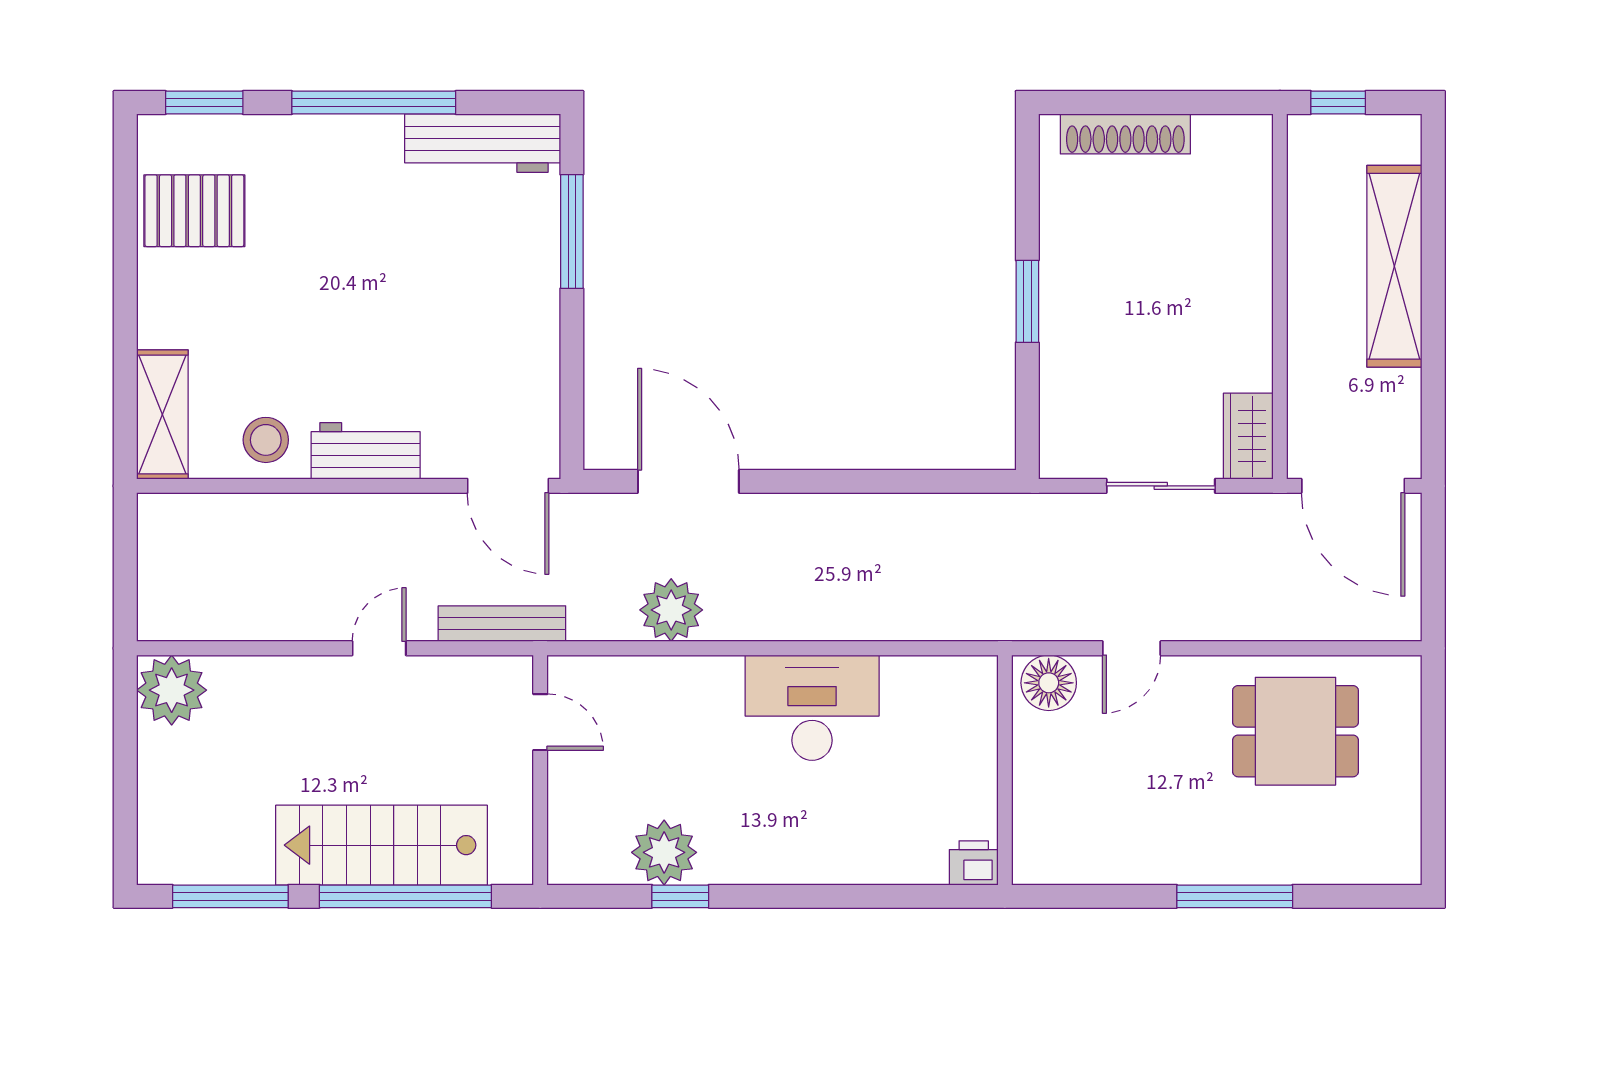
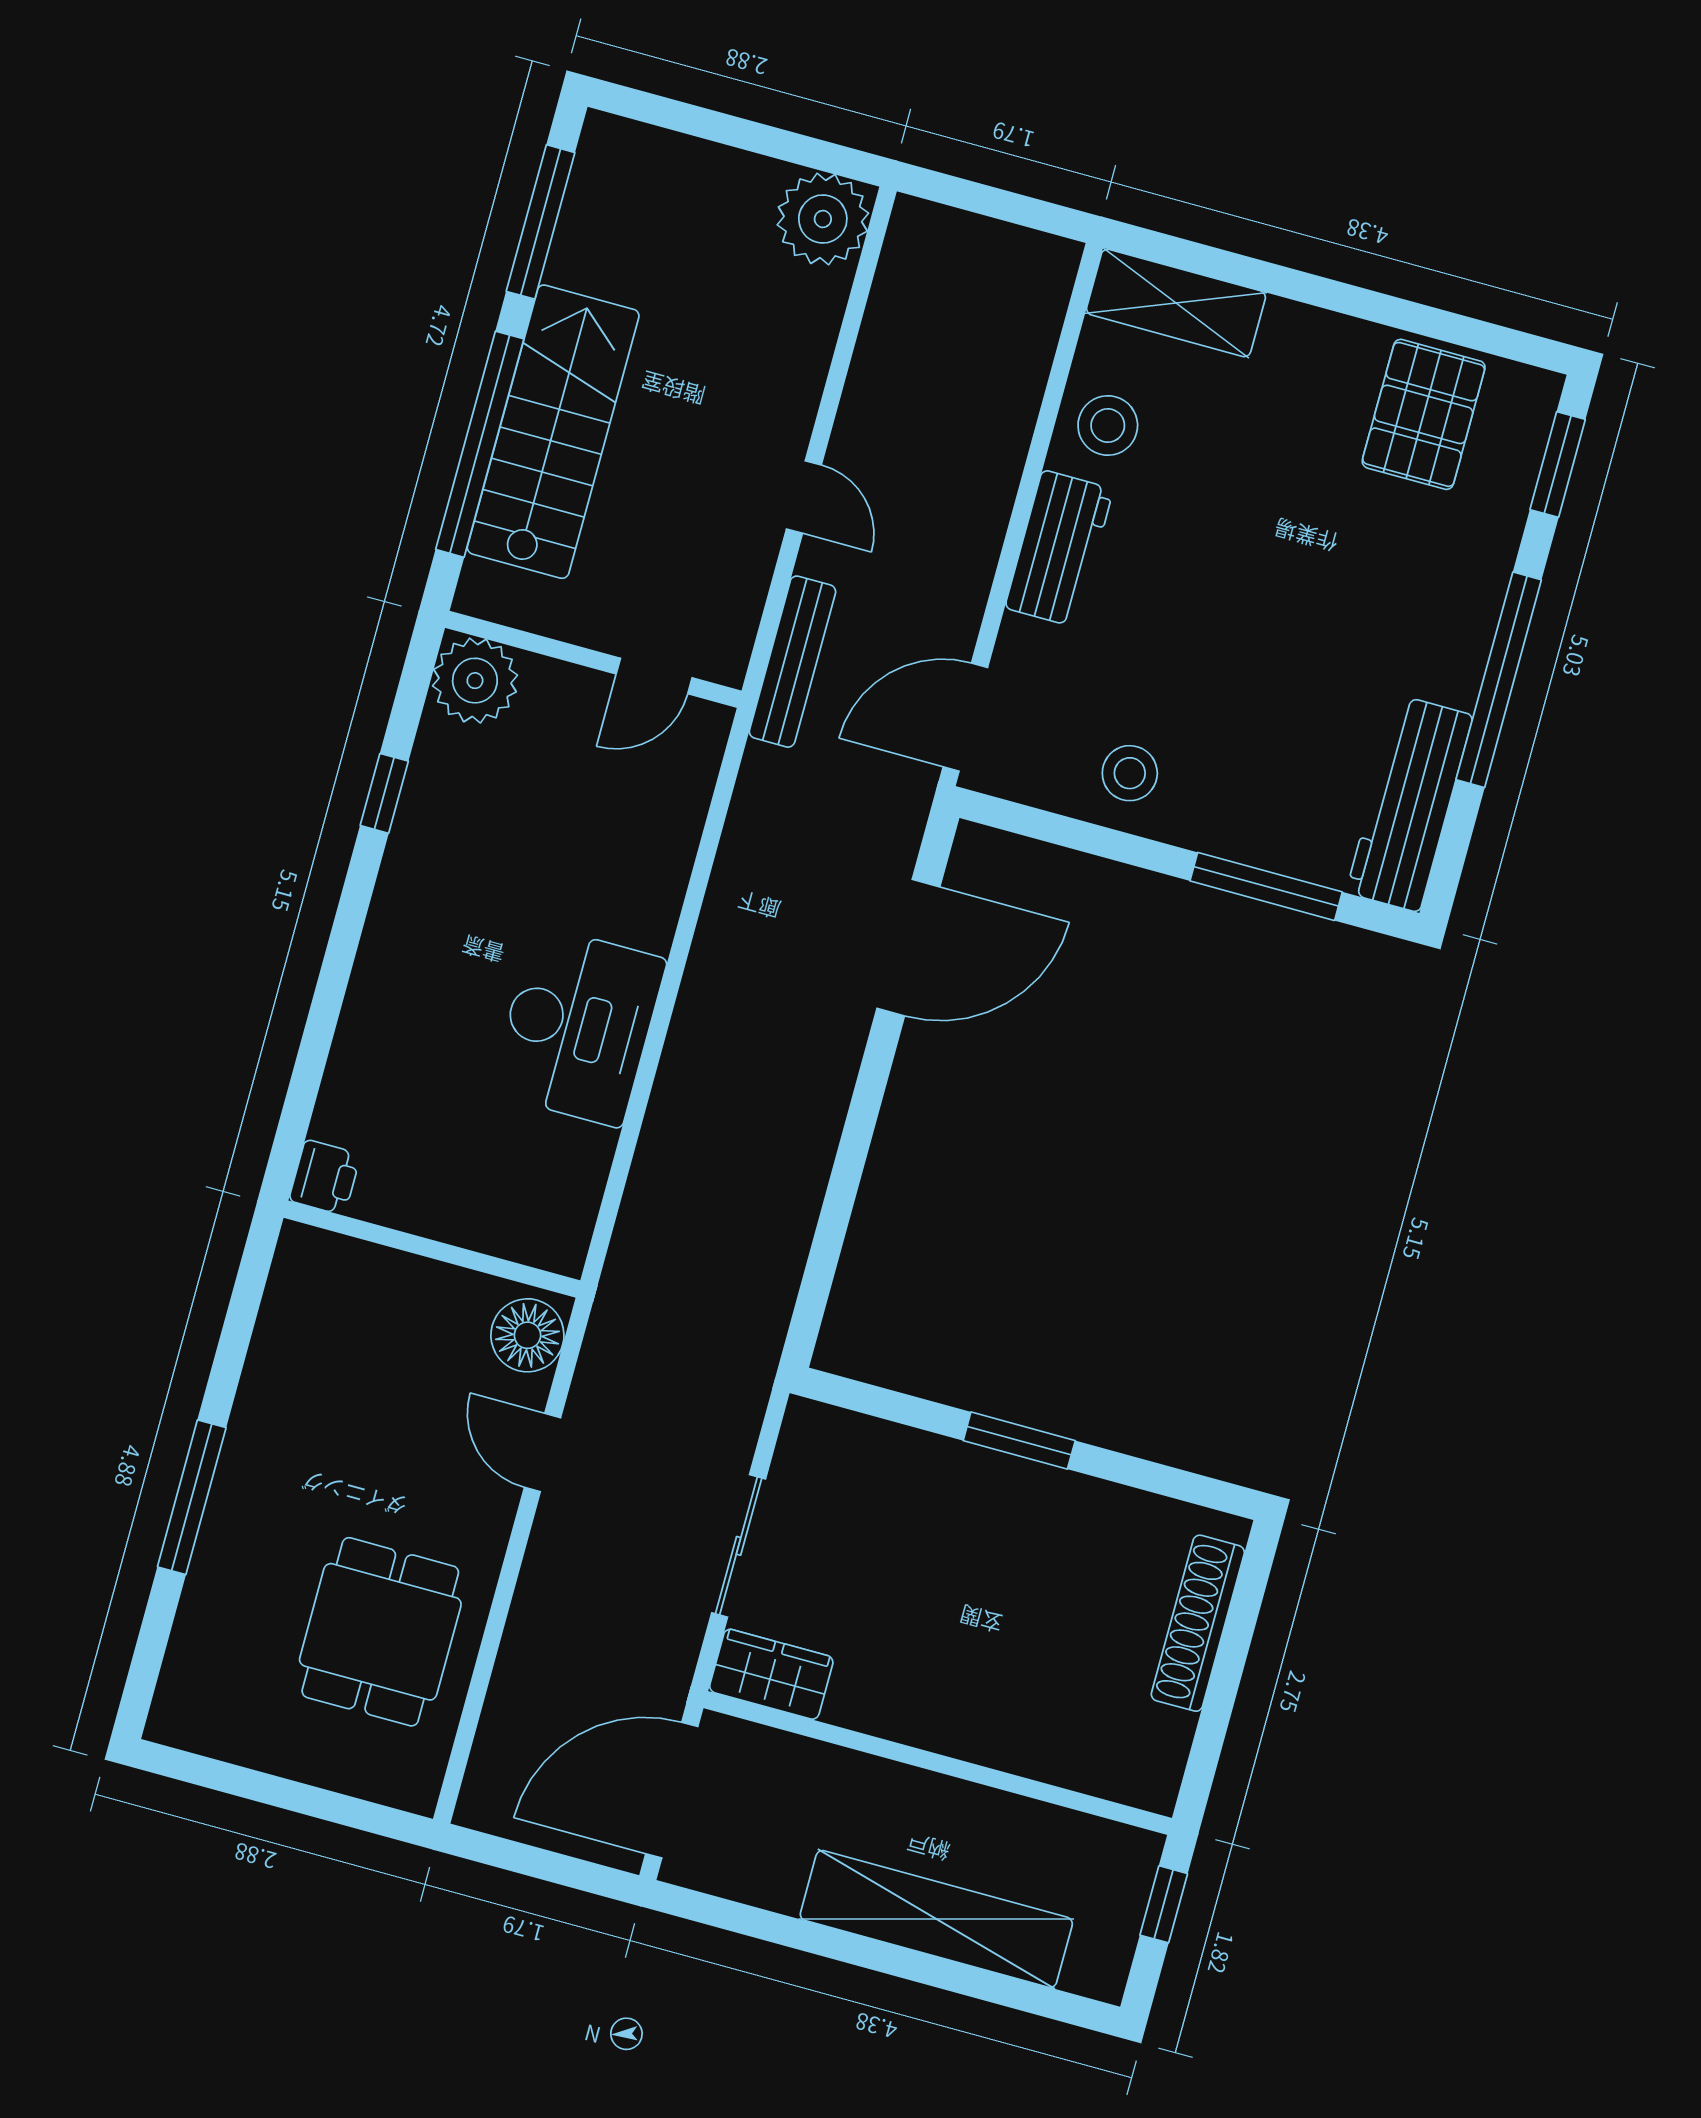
stool: (516, 354) -> (1130, 773), added
plant: (671, 610) -> (751, 881), removed
plant: (664, 852) -> (475, 681), moved

